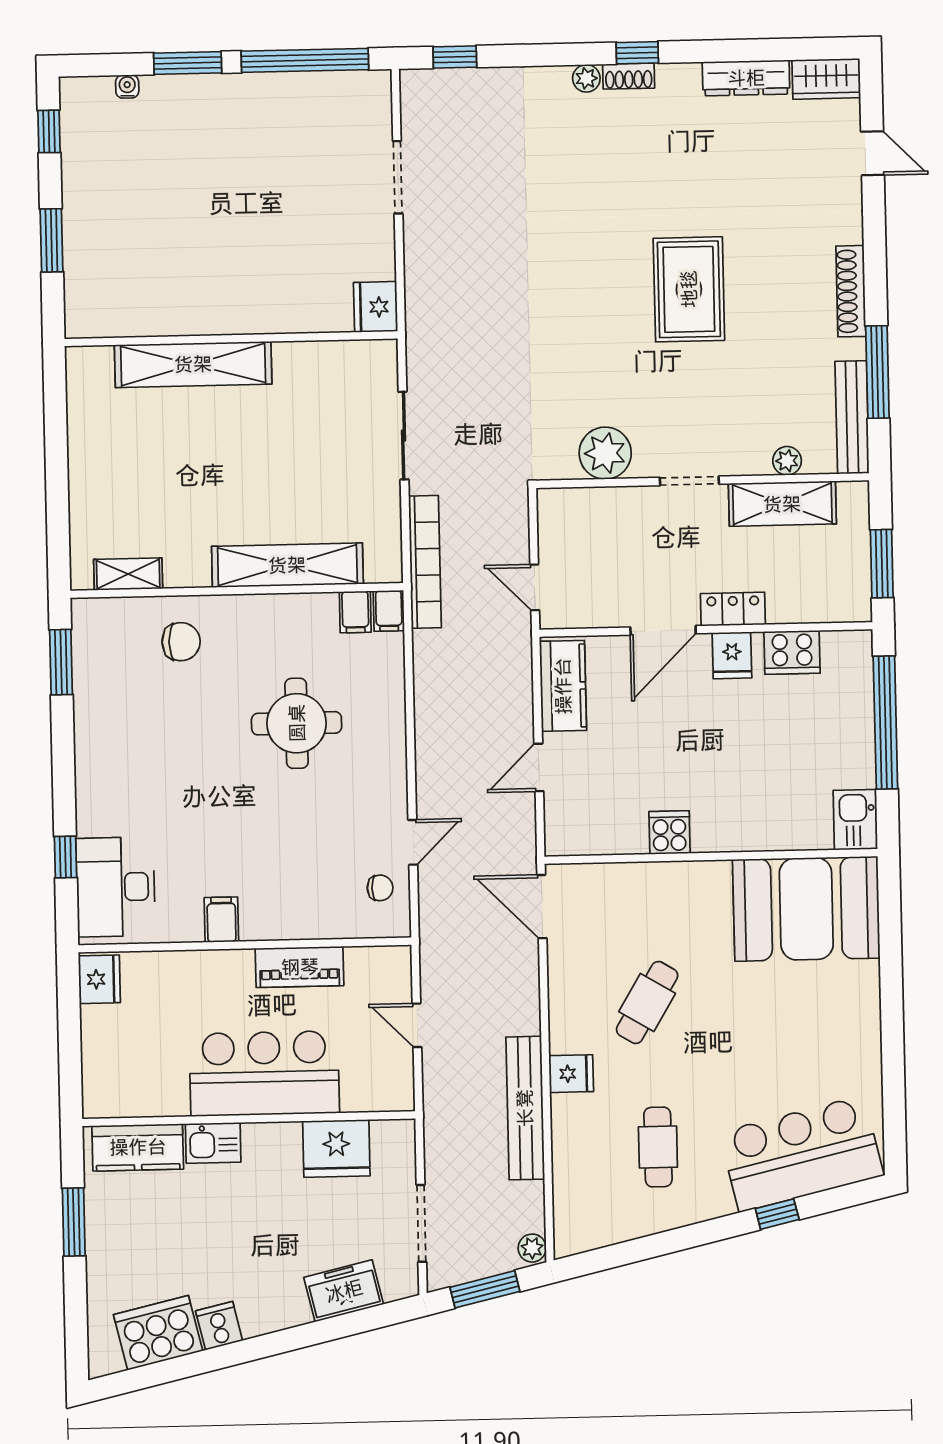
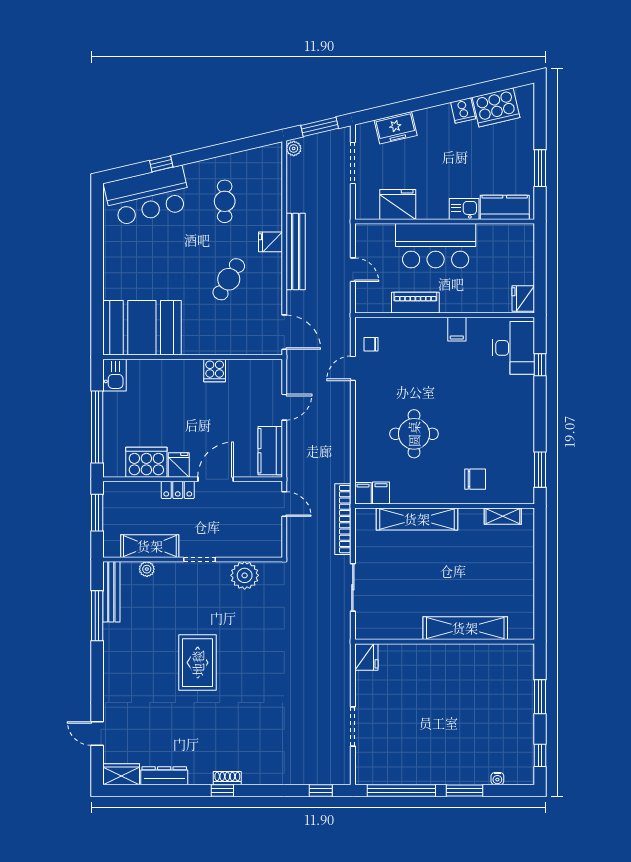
plant: (586, 78) -> (250, 777), removed
shoe rack: (851, 291) -> (110, 660), removed
chair: (181, 642) -> (475, 479), turned 180
cooker: (792, 652) -> (146, 462), width x1.37, depth x1.31
bench: (525, 1108) -> (296, 252), moved

